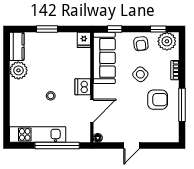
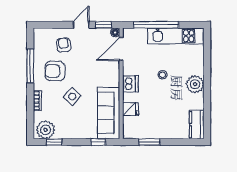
window: (47, 29) -> (149, 142), moved
fridge: (84, 40) -> (130, 109), moved, turned 90
armchair: (141, 44) -> (64, 45), moved
plant: (18, 70) -> (195, 84), moved
door: (92, 111) -> (121, 49), moved
window: (109, 145) -> (103, 25), added

